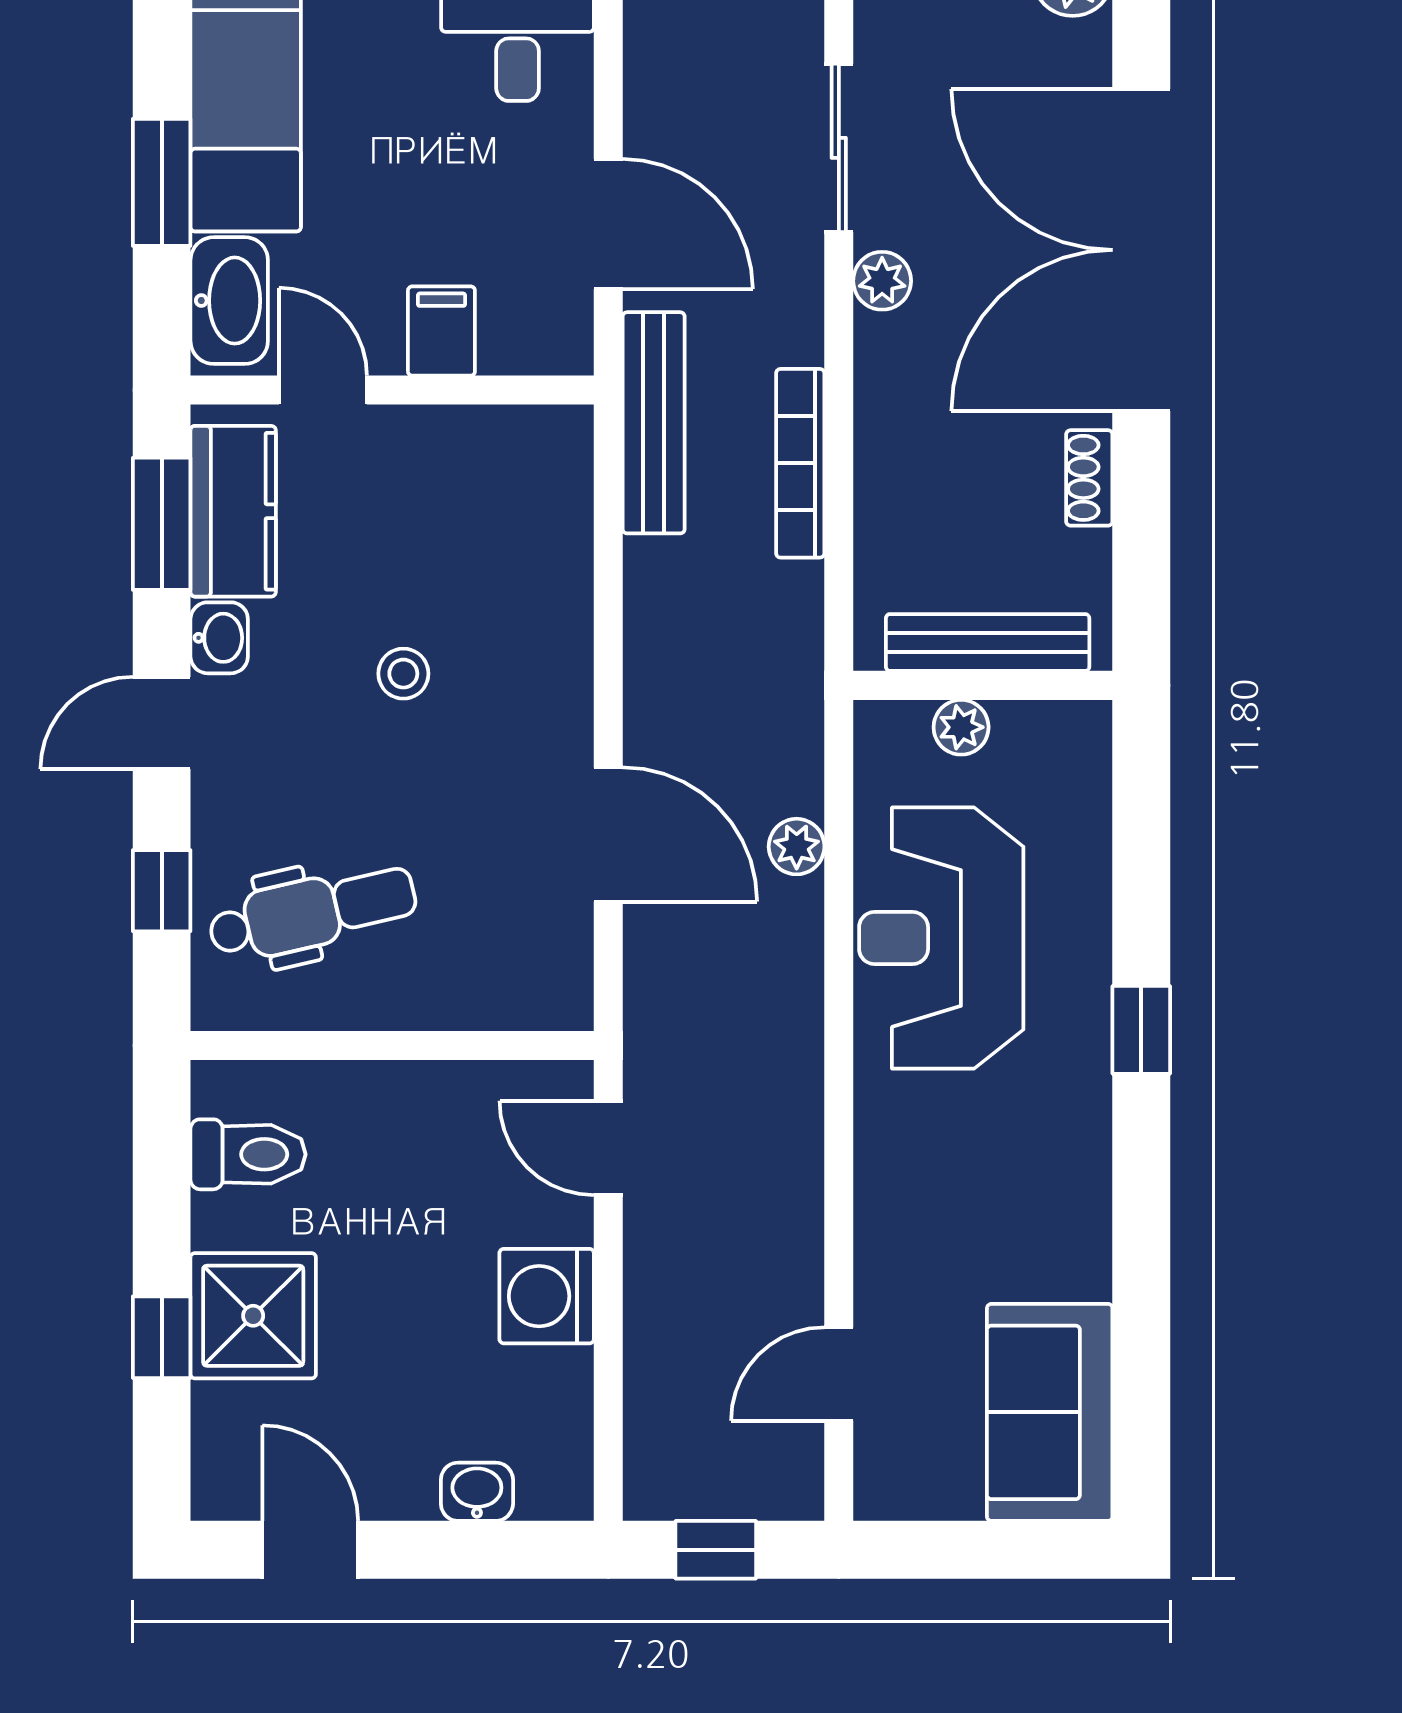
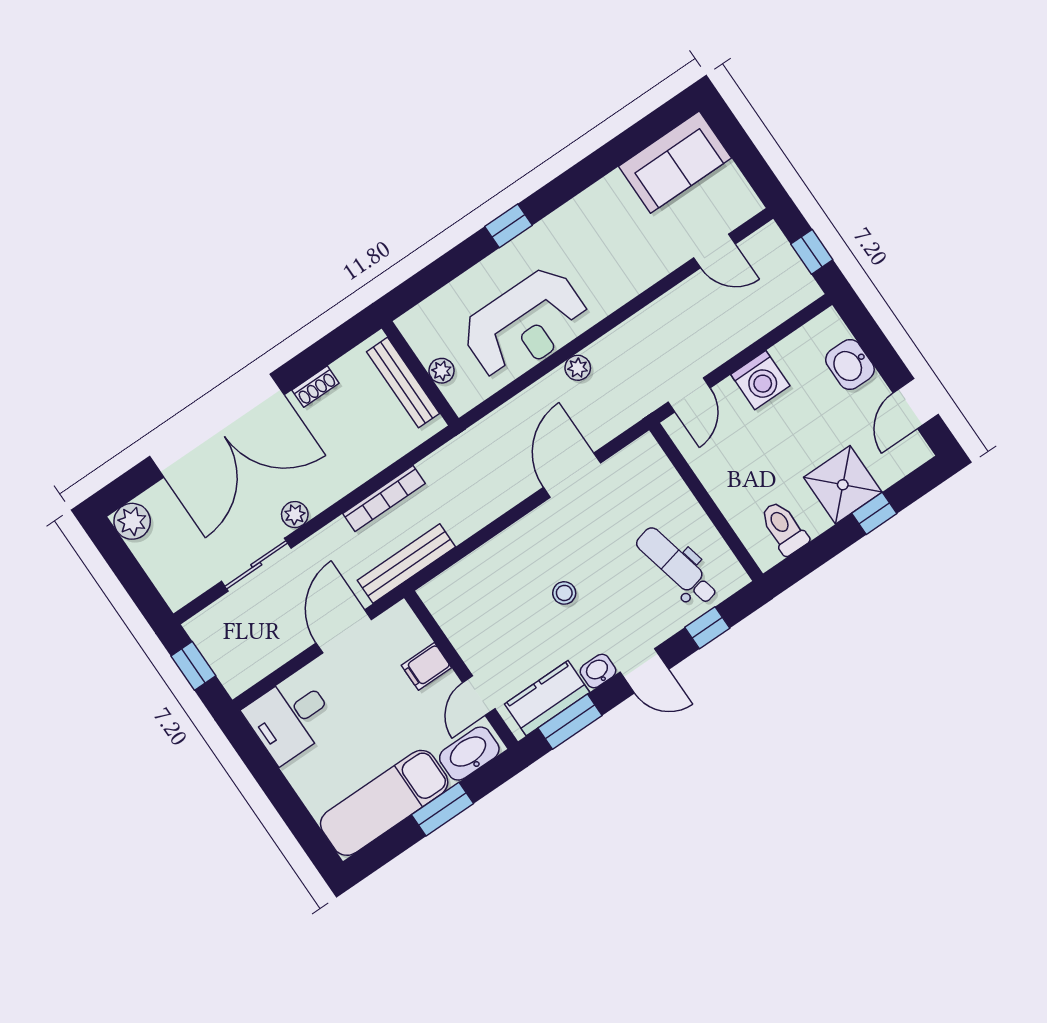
plant: (797, 847) -> (578, 368), moved
washbasin: (477, 1492) -> (850, 365), width x1.38, depth x1.45

